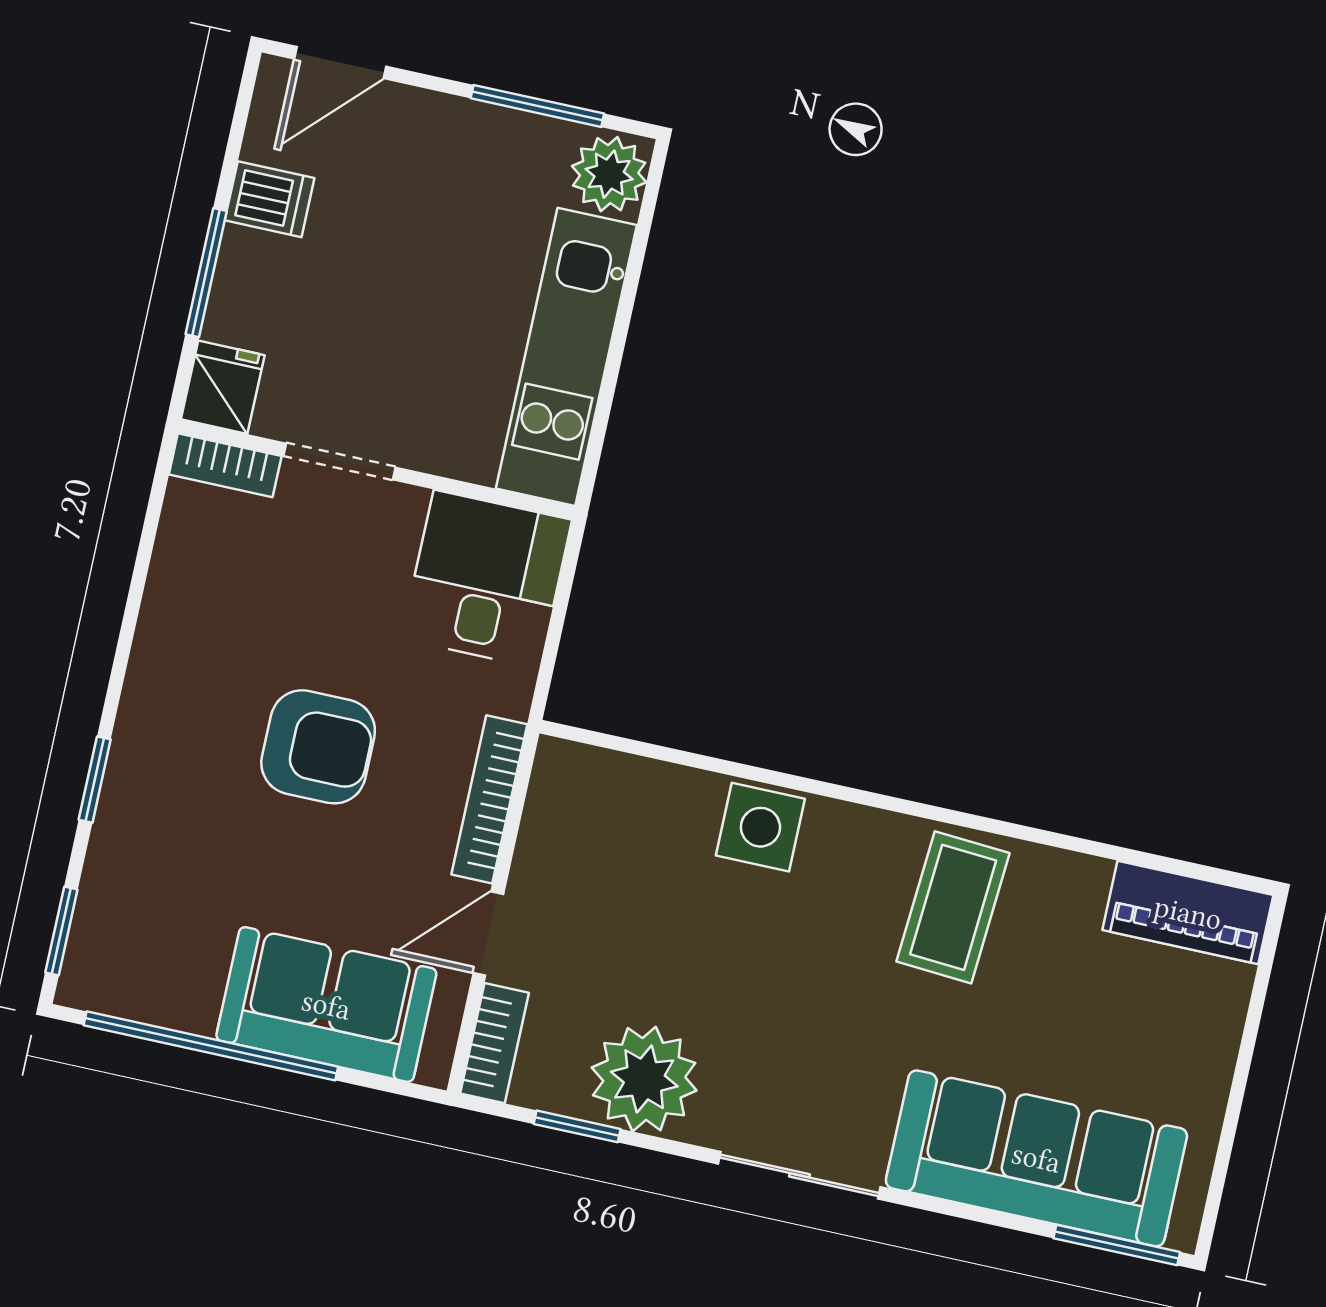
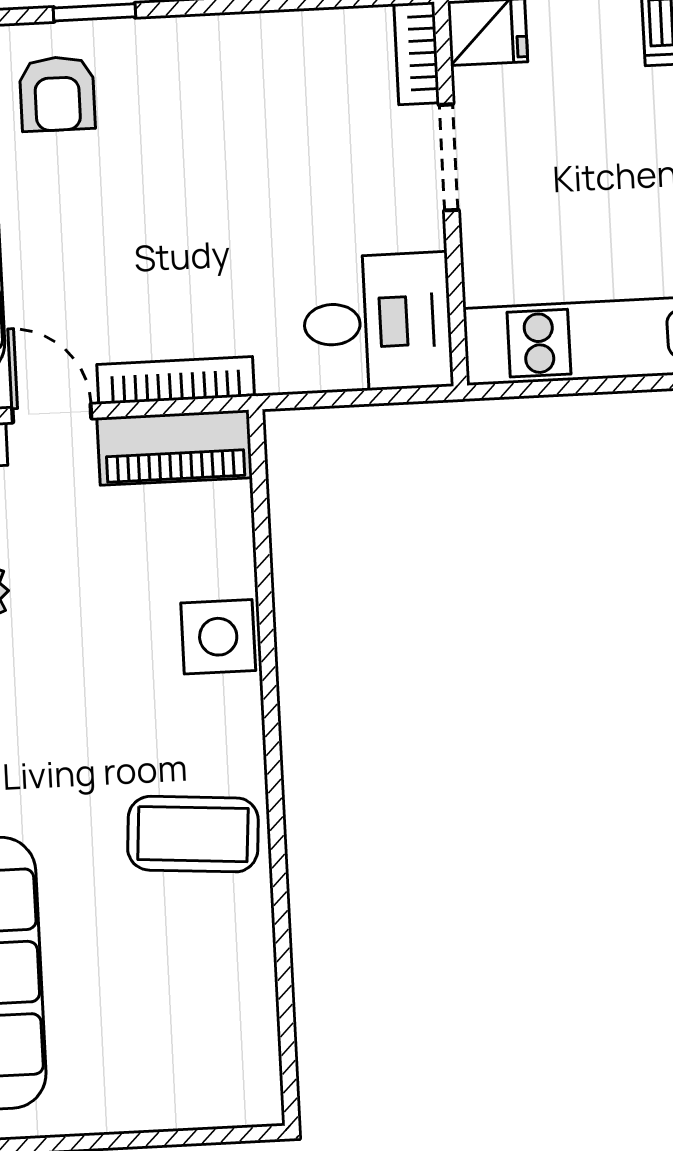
armchair: (318, 747) -> (57, 94), moved, width x0.72, depth x0.72
piano: (1188, 913) -> (175, 448), moved, turned -90

